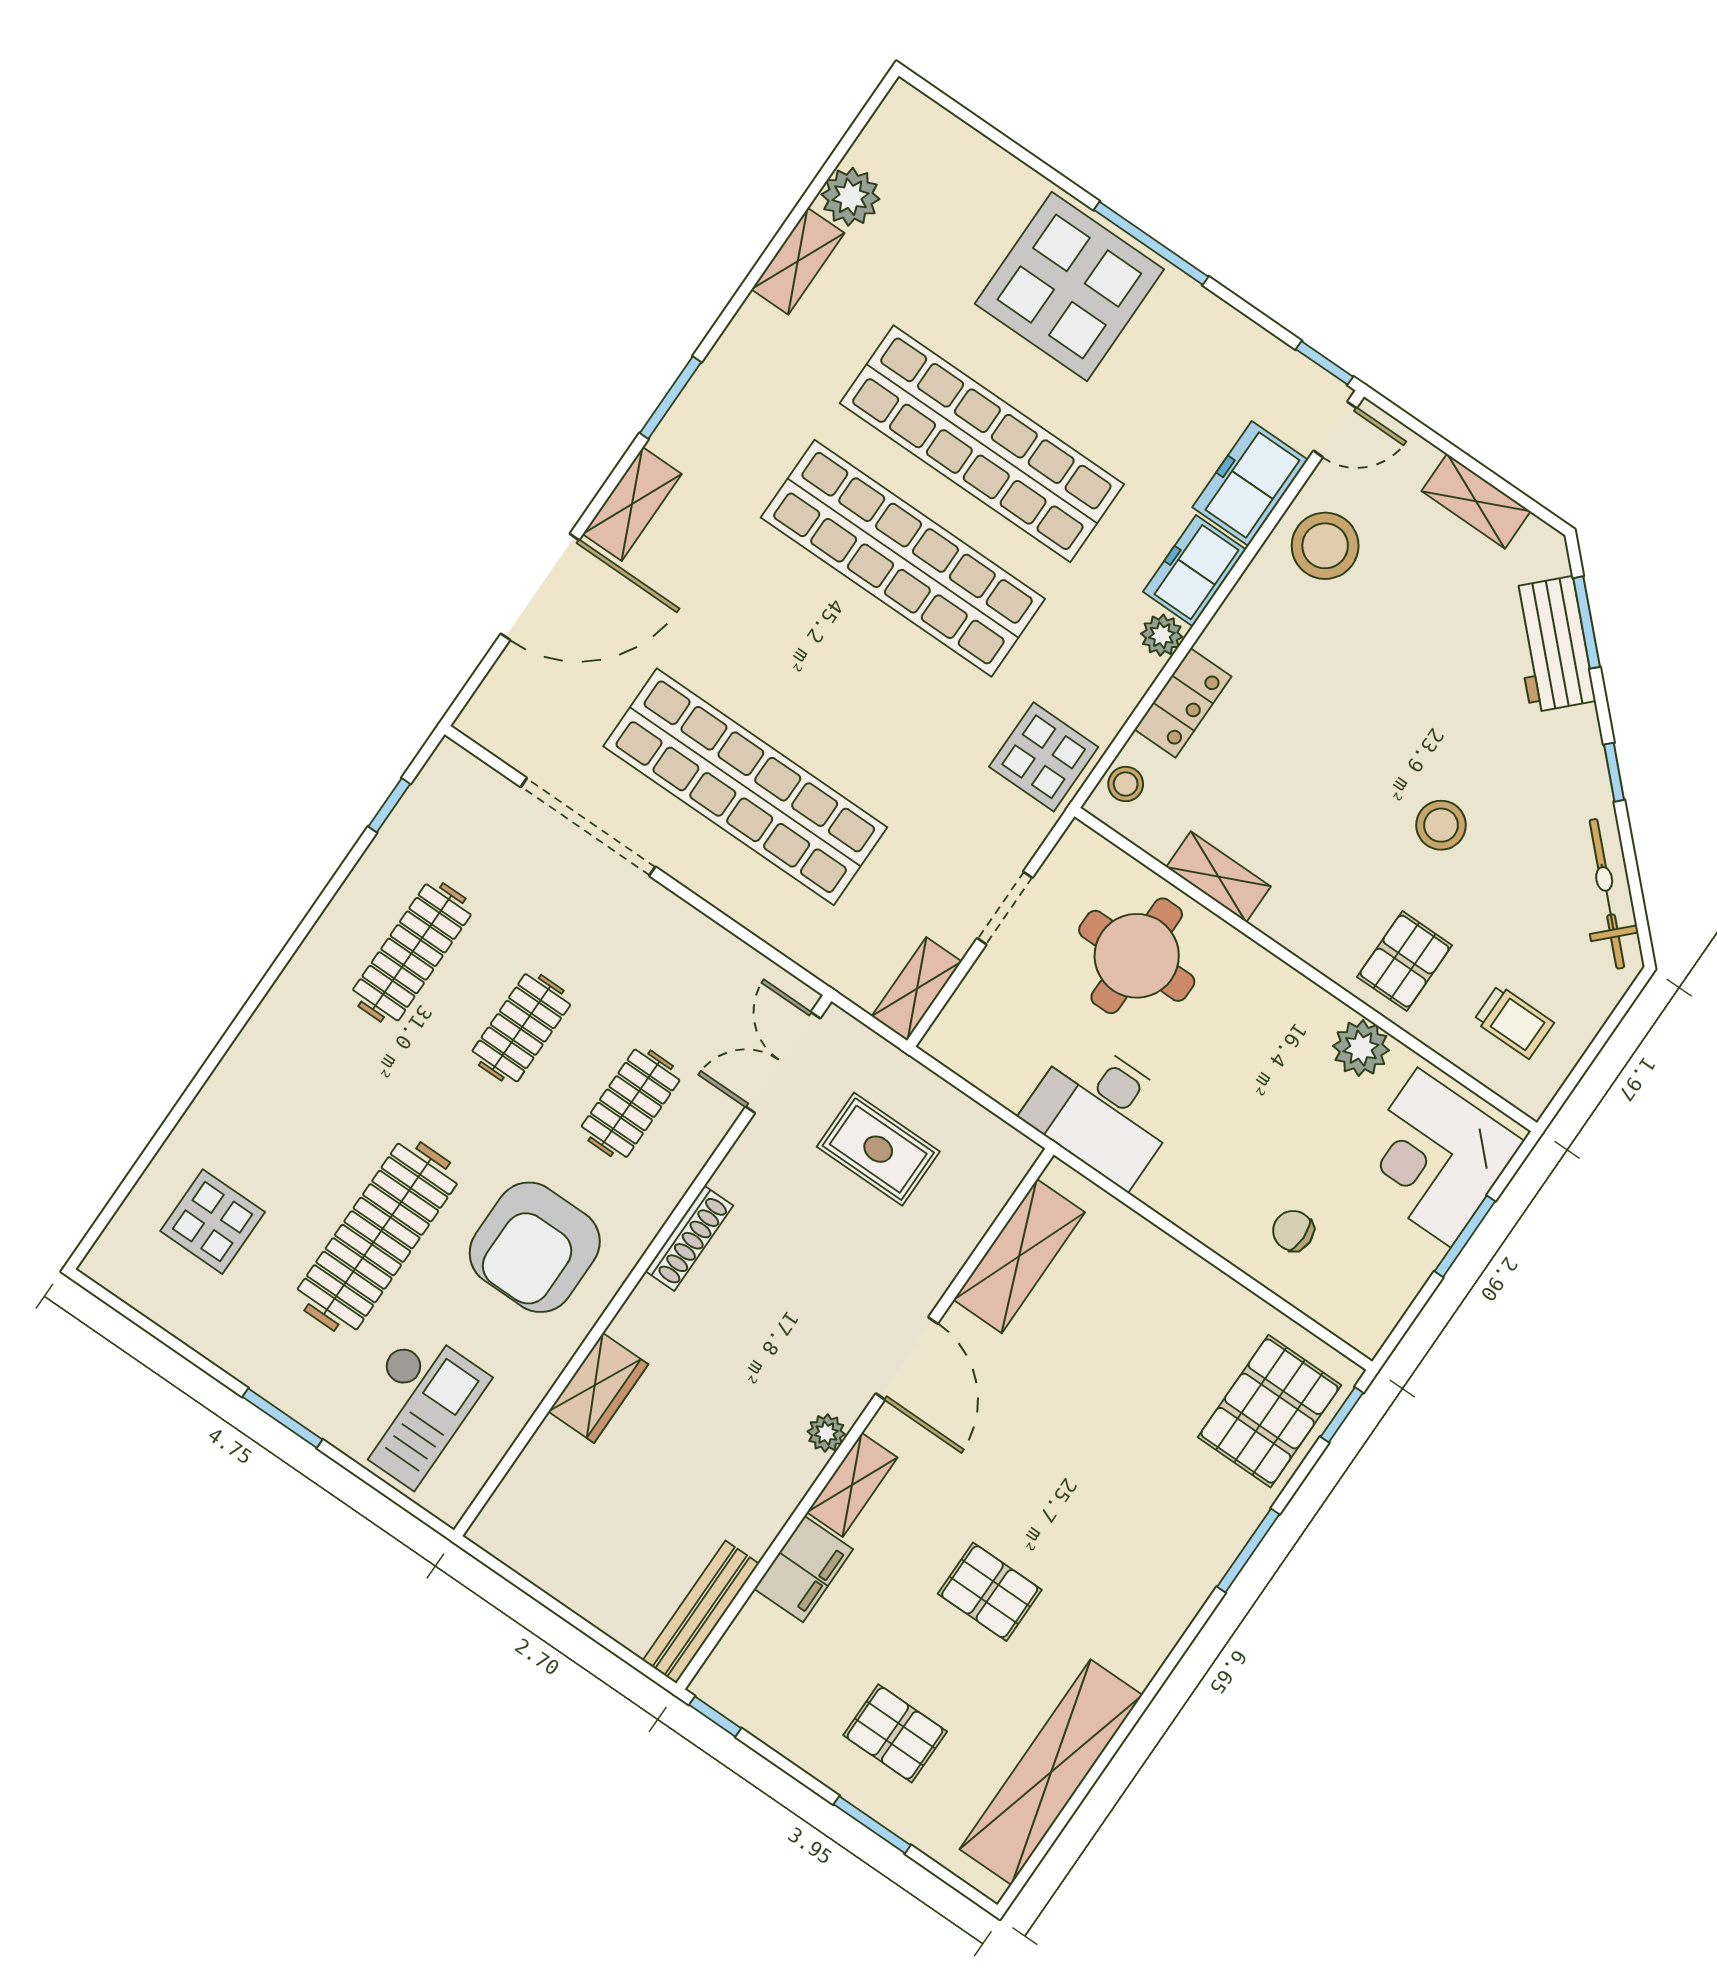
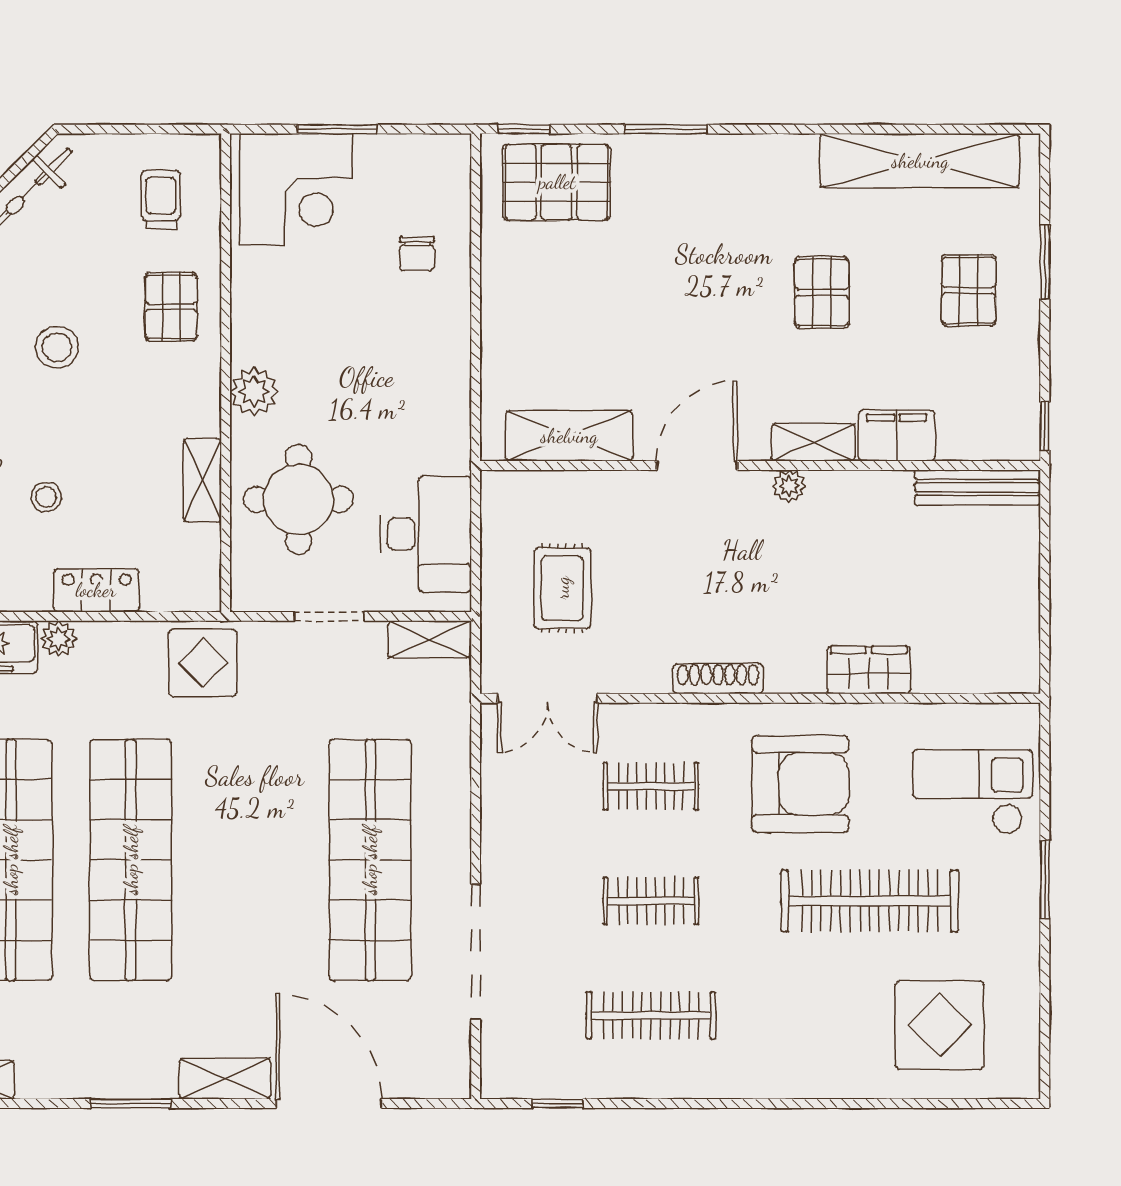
stool: (1126, 784) -> (46, 497), moved
pallet: (1405, 961) -> (171, 307), turned 90
plant: (1361, 1048) -> (254, 392), moved
desk: (1102, 1111) -> (426, 534), moved
display table: (213, 1222) -> (940, 1025), width x1.36, depth x1.36

